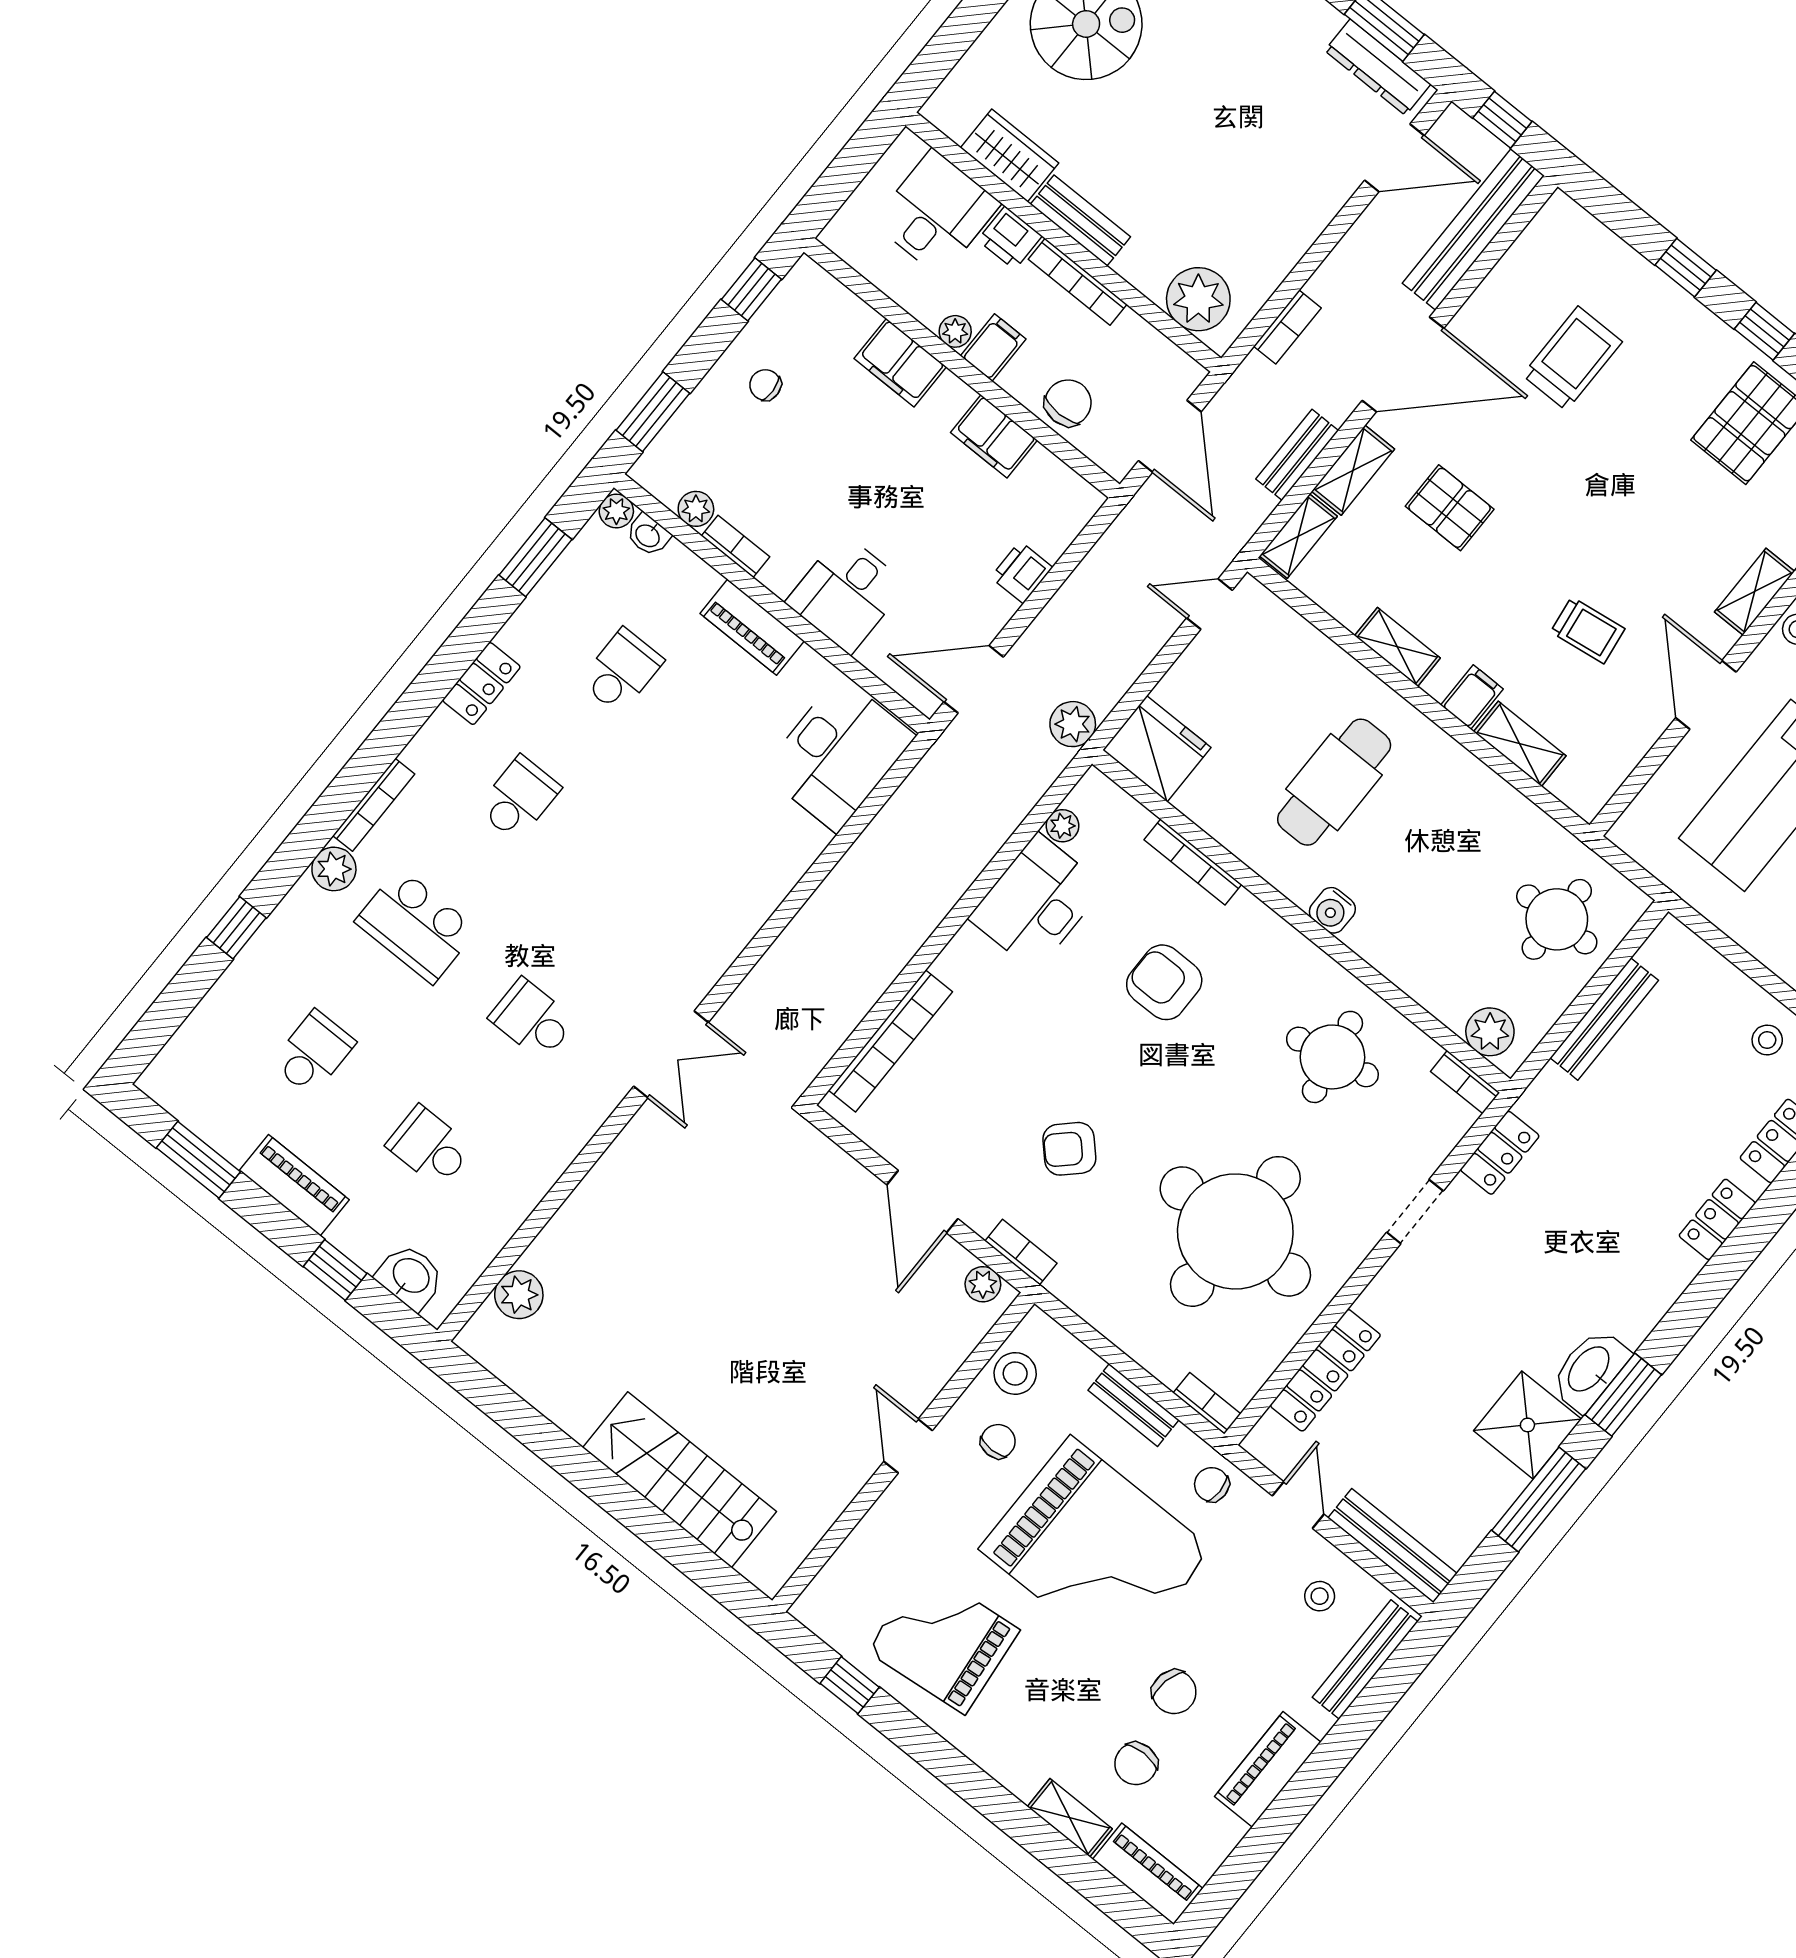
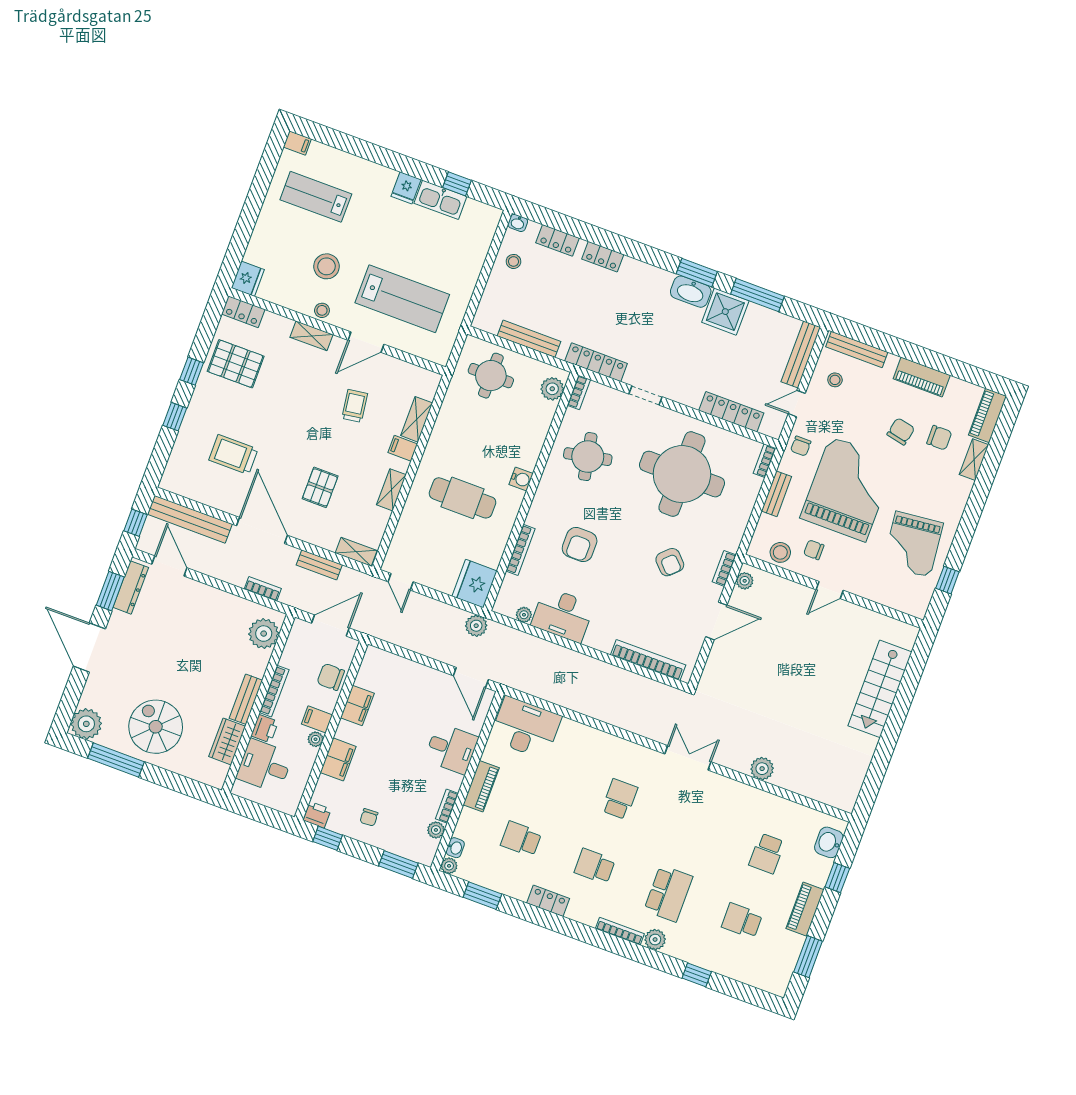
shelving: (1353, 470) -> (318, 537), removed
printer: (1022, 572) -> (317, 815), moved, turned 180
school desk: (532, 1019) -> (620, 799), moved, turned 180
locker: (1500, 1153) -> (596, 362), width x1.53
plant: (519, 1295) -> (762, 769), moved

